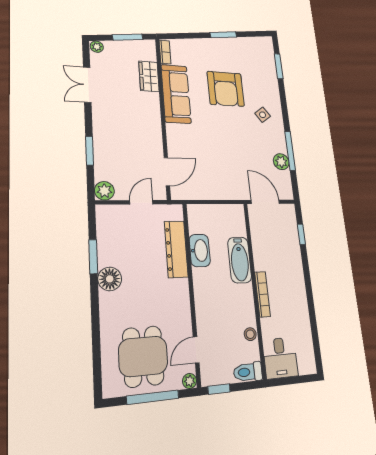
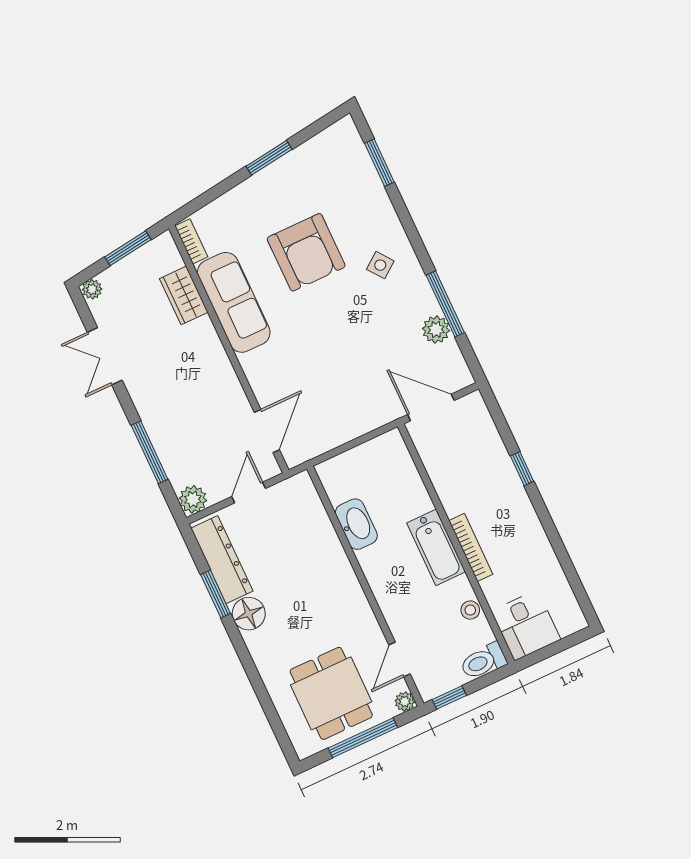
window: (89, 151) -> (150, 452), width x1.44
window: (301, 234) -> (522, 469), moved
dresser: (176, 249) -> (222, 560), moved, turned 180
bathtub: (240, 260) -> (436, 547), moved

